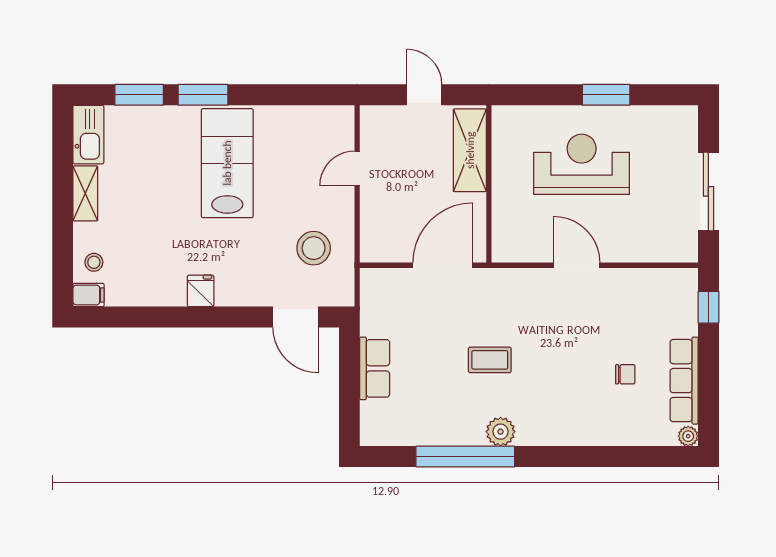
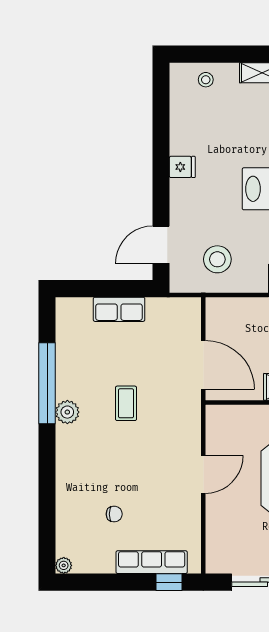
filing cabinet: (89, 295) -> (179, 75), removed
chair: (625, 374) -> (114, 514), turned -90
row of seats: (684, 381) -> (152, 562), moved

